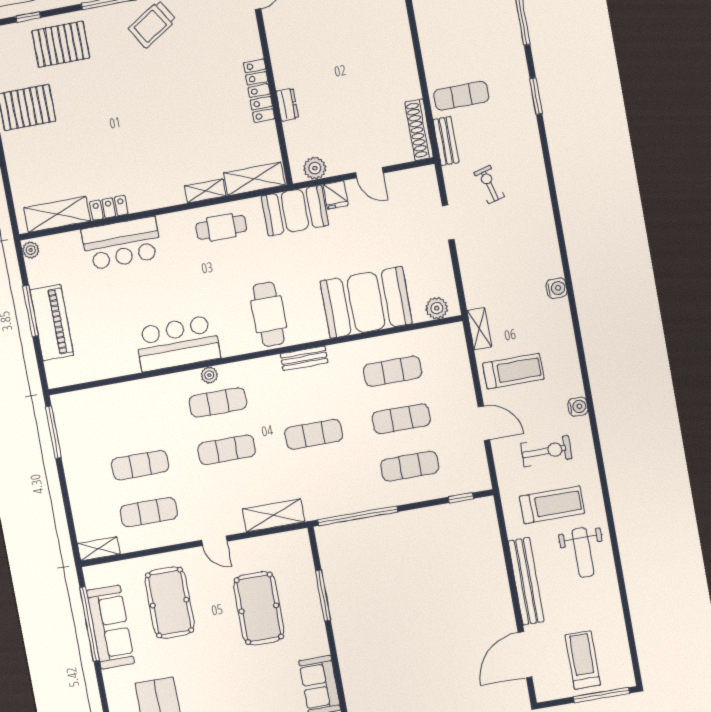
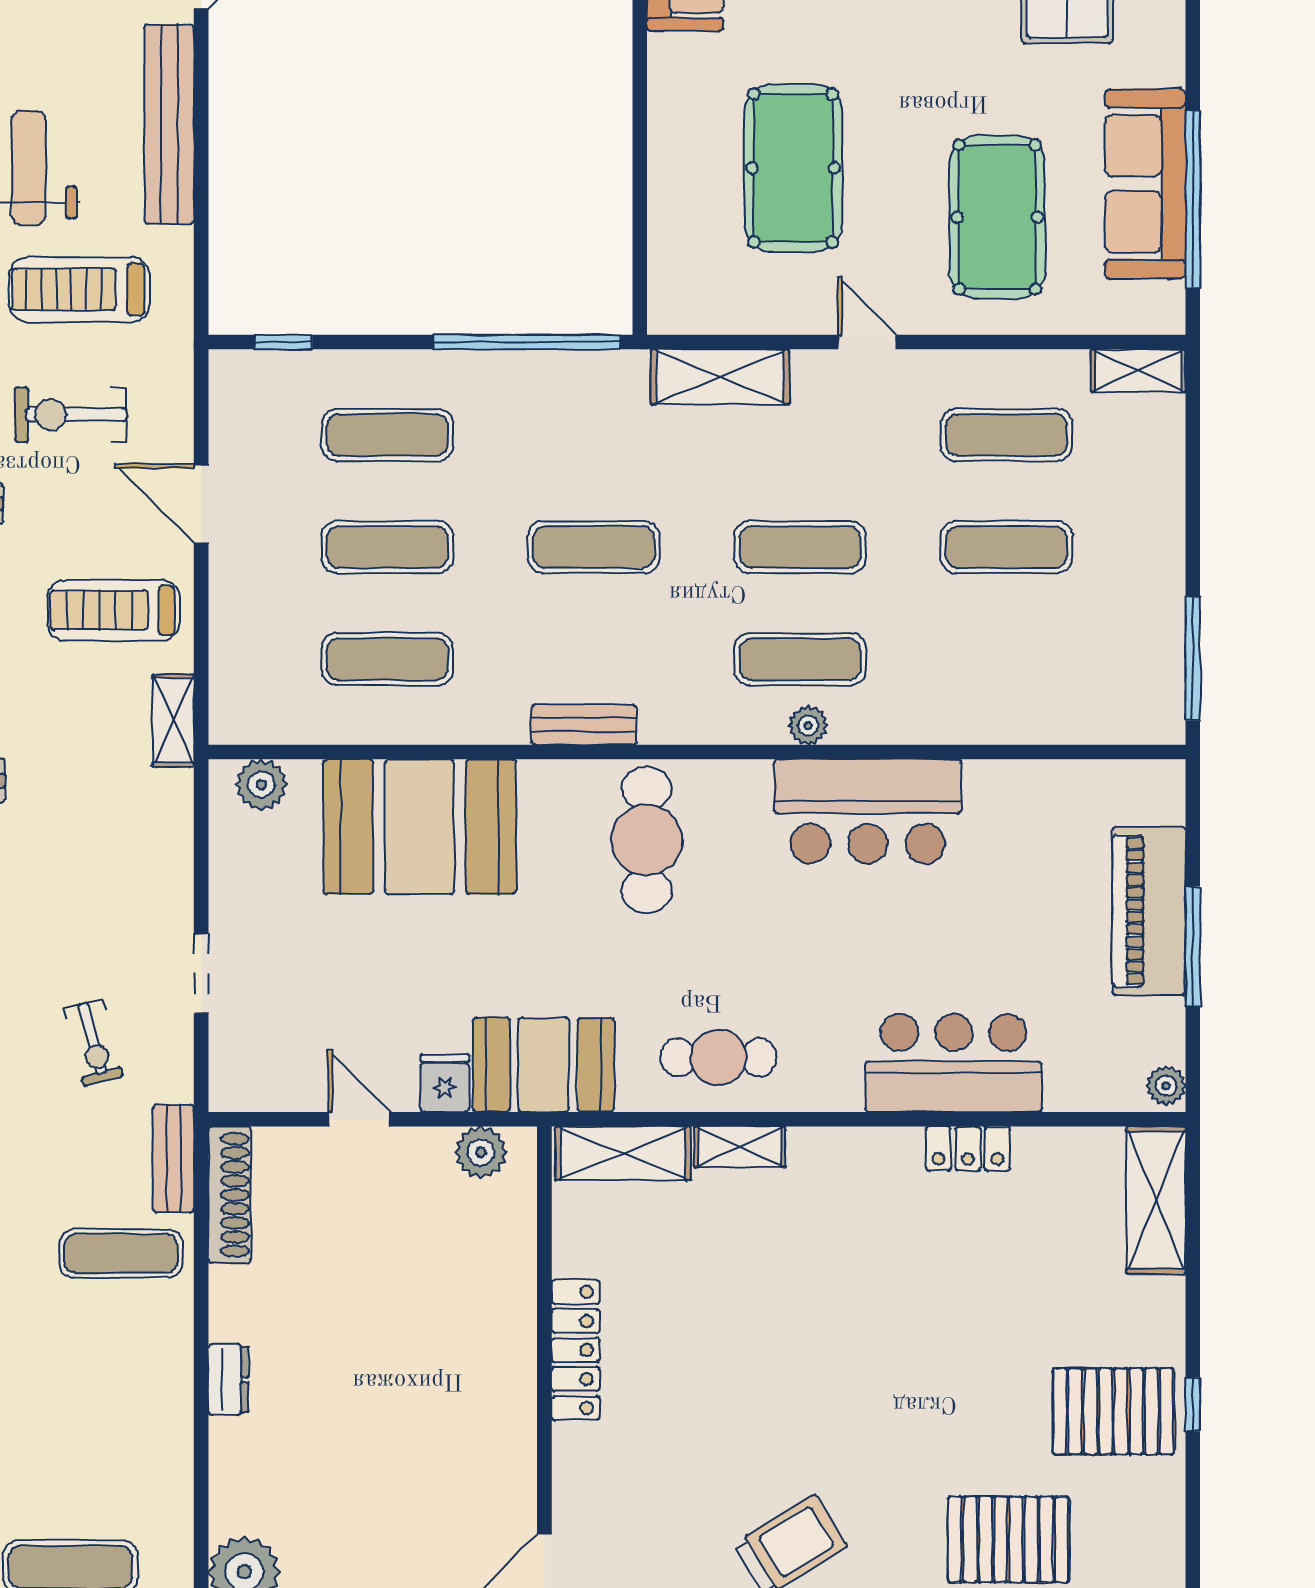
dresser: (287, 105) -> (228, 1380), moved, turned 180
shelving: (57, 214) -> (1156, 1200), moved, turned 90
window: (323, 596) -> (640, 172), removed

